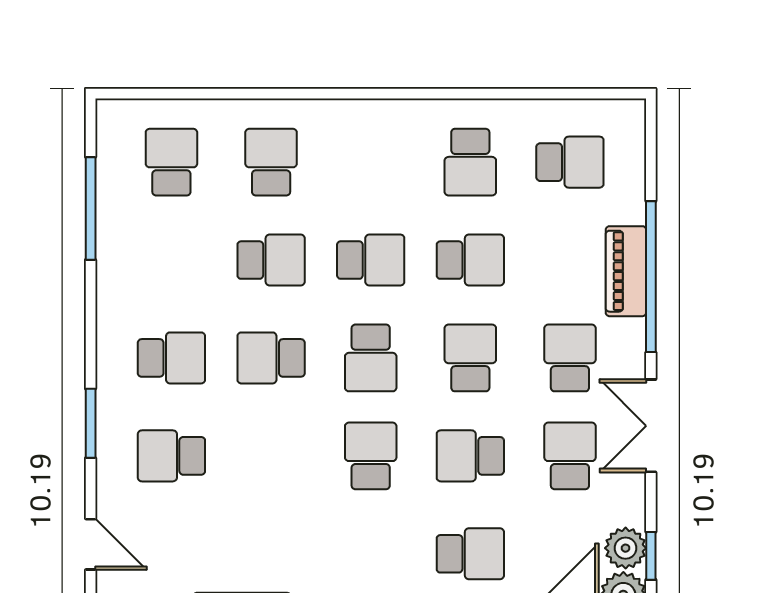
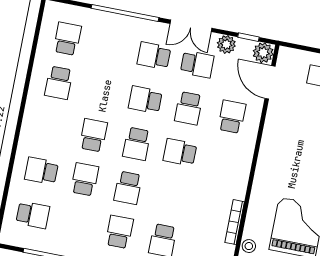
school desk: (171, 162) -> (33, 215), turned 180
school desk: (470, 162) -> (59, 83), turned 90
school desk: (470, 260) -> (102, 91), removed
piano: (626, 271) -> (120, 23), removed
school desk: (371, 358) -> (137, 144), turned 90
school desk: (570, 456) -> (197, 64), turned 180
plant: (626, 548) -> (226, 44), moved

